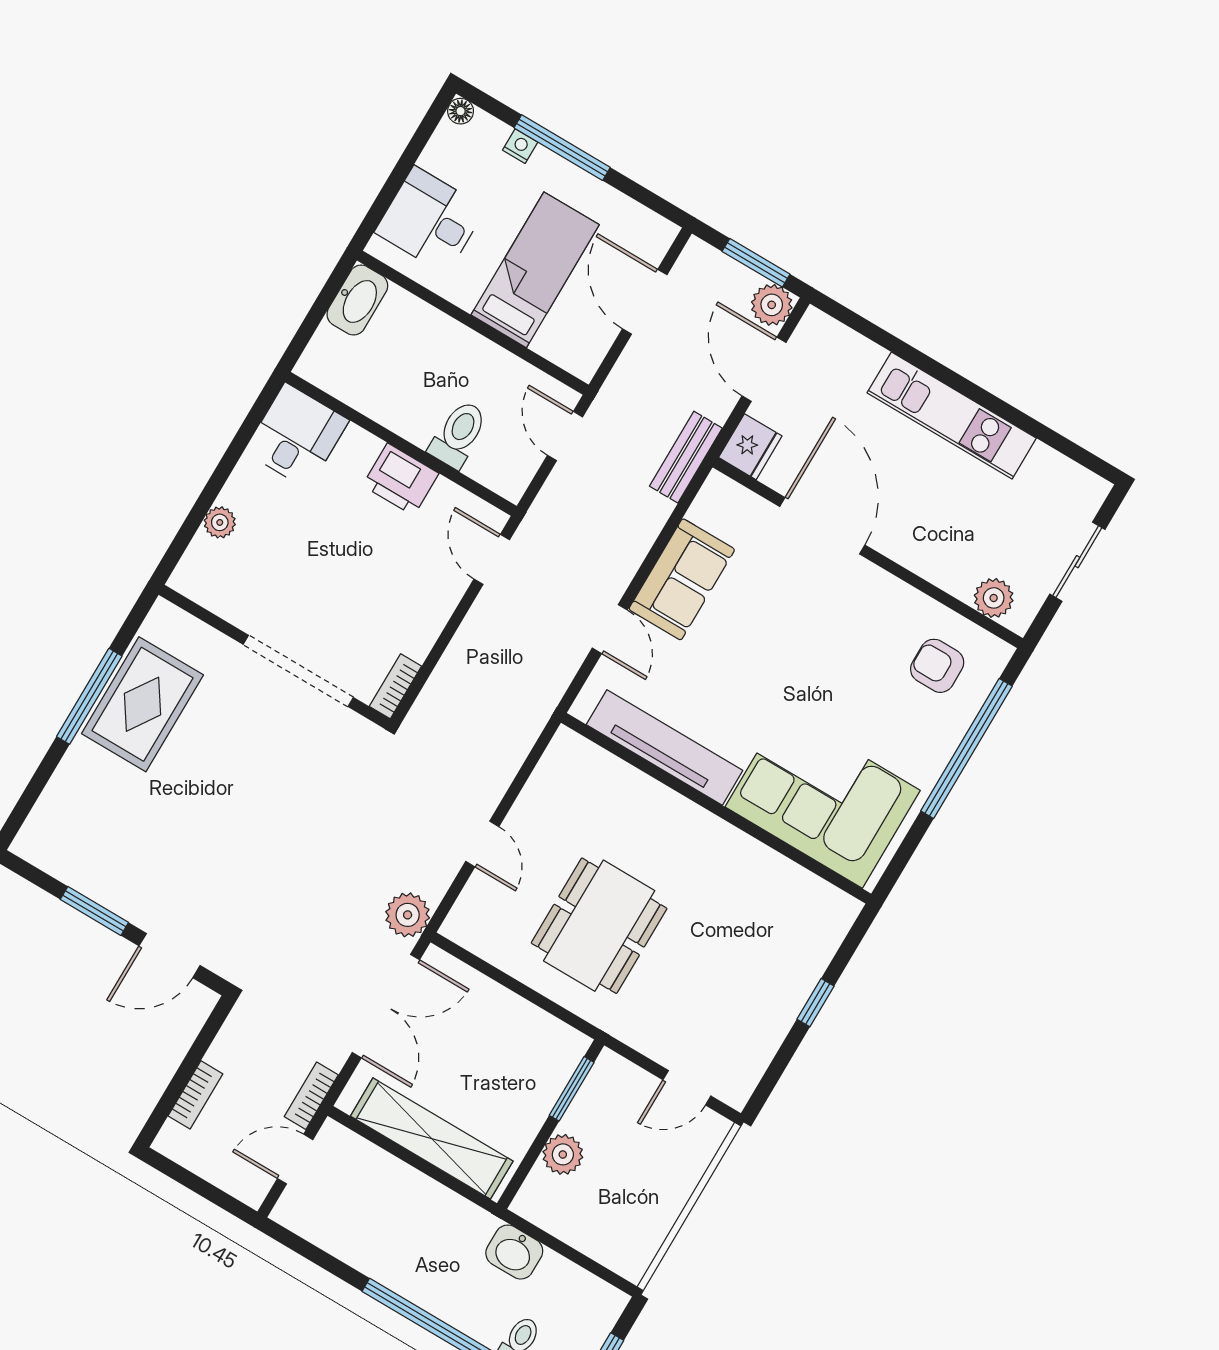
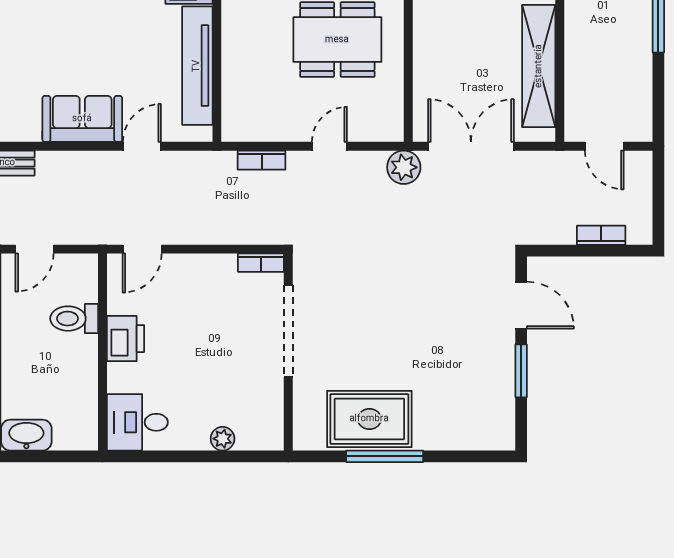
bookcase: (311, 1096) -> (262, 160), moved

